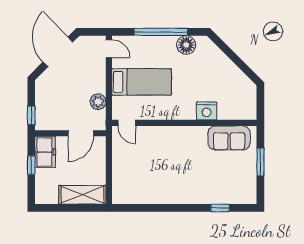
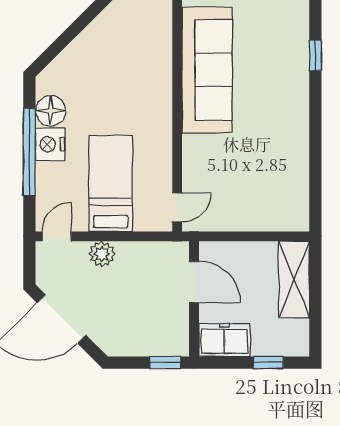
plant: (98, 102) -> (102, 254), moved
nightstand: (207, 111) -> (50, 144), moved, turned 180
sofa: (229, 138) -> (207, 70), width x1.85, depth x1.27
window: (31, 165) -> (268, 363), moved

